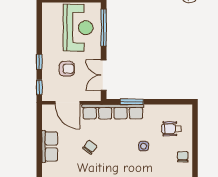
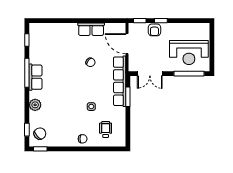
armchair: (67, 69) -> (154, 30), moved
double door: (104, 75) -> (150, 74), swing flipped
door: (67, 103) -> (127, 44), hinge flipped

